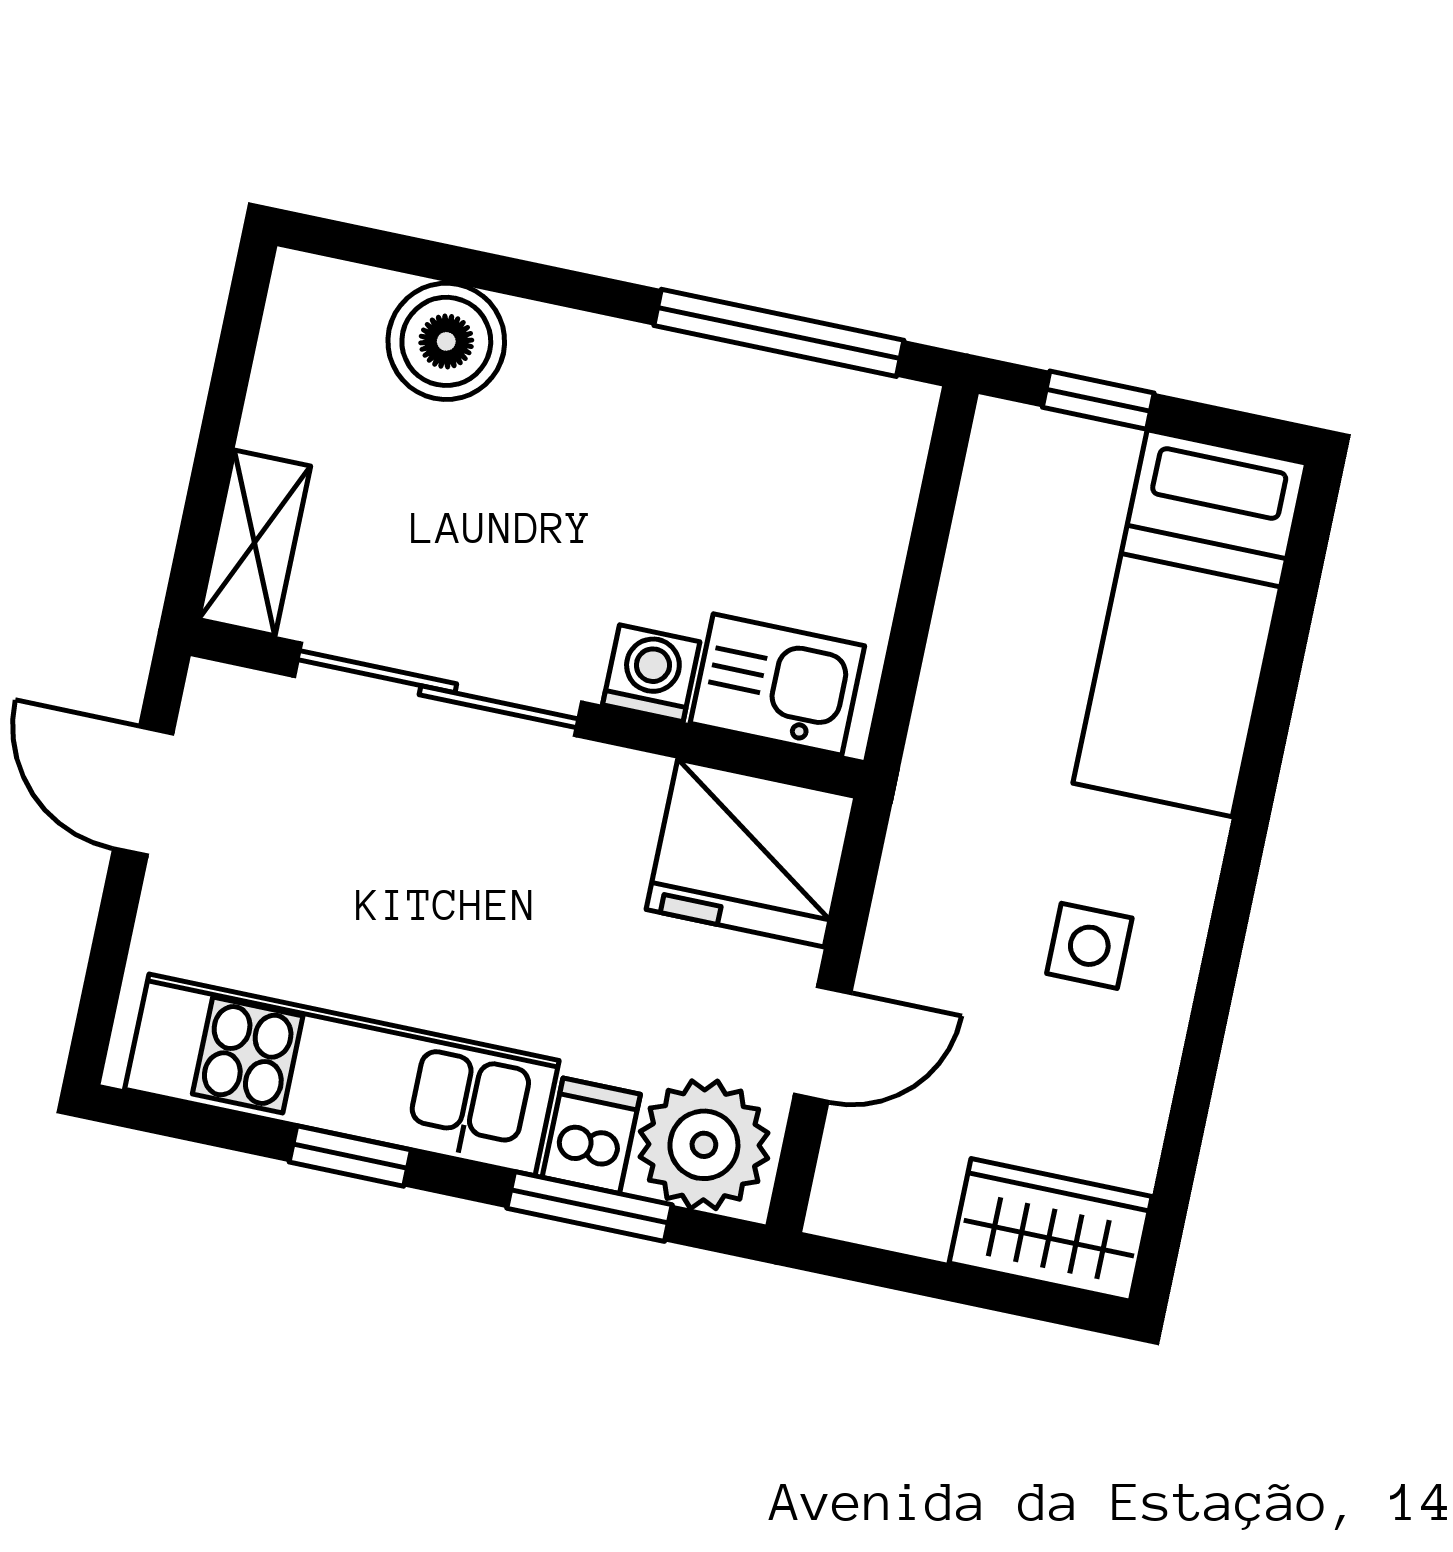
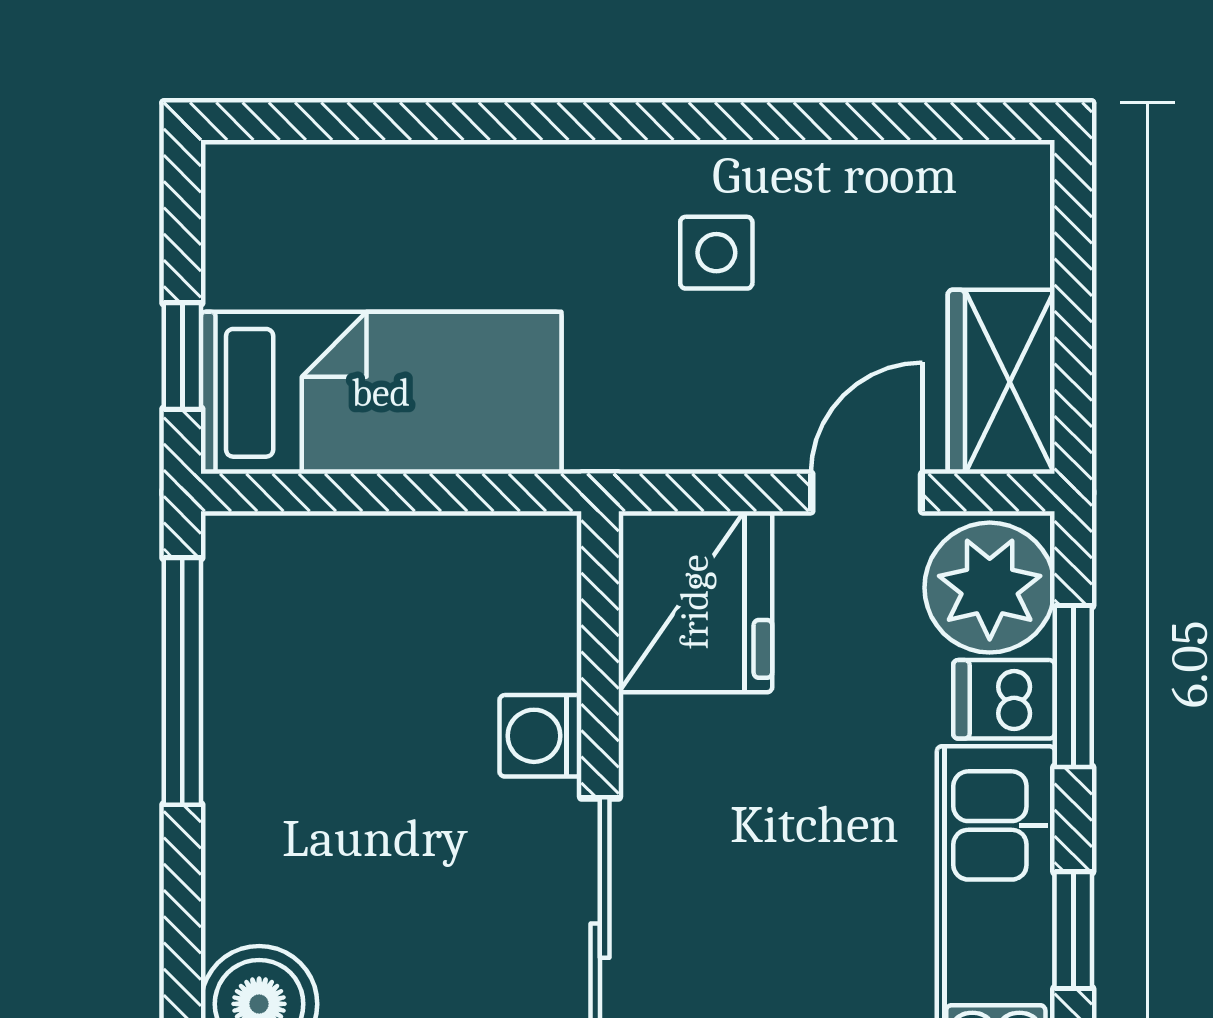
bed: (1190, 623) -> (381, 393), moved
kitchen sink: (777, 684) -> (526, 610), removed
door: (823, 1044) -> (867, 492), hinge flipped
wardrobe: (1051, 1230) -> (1001, 382), moved

